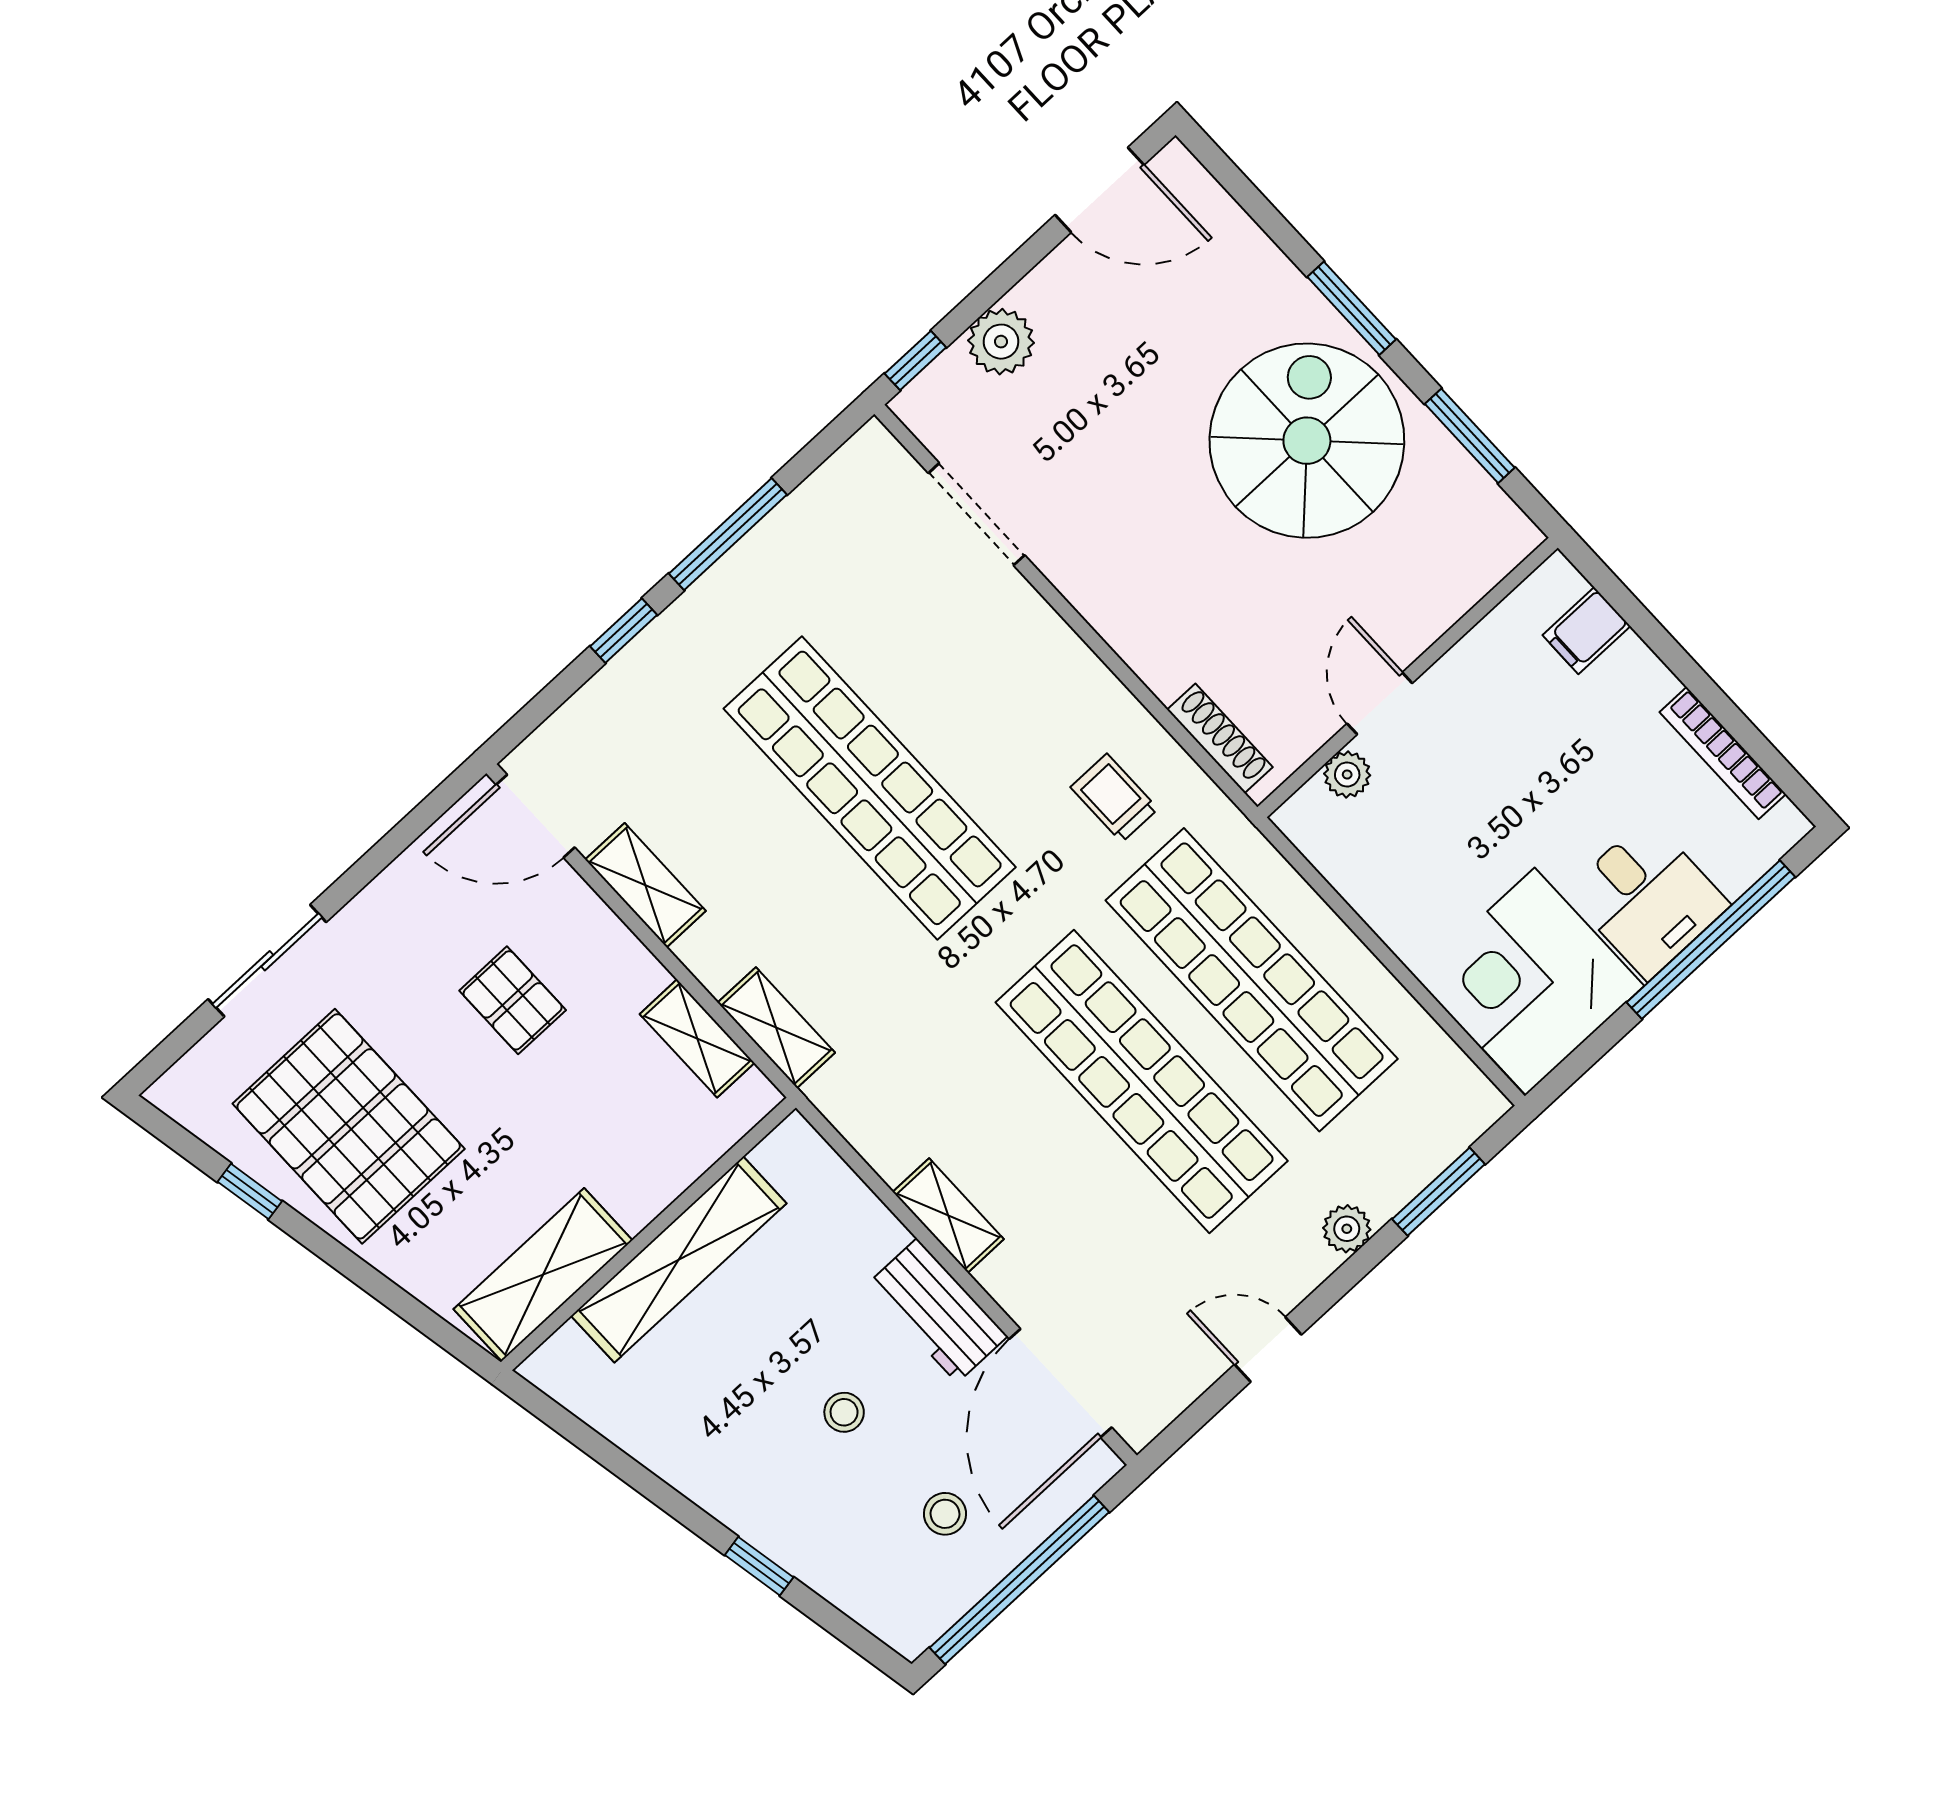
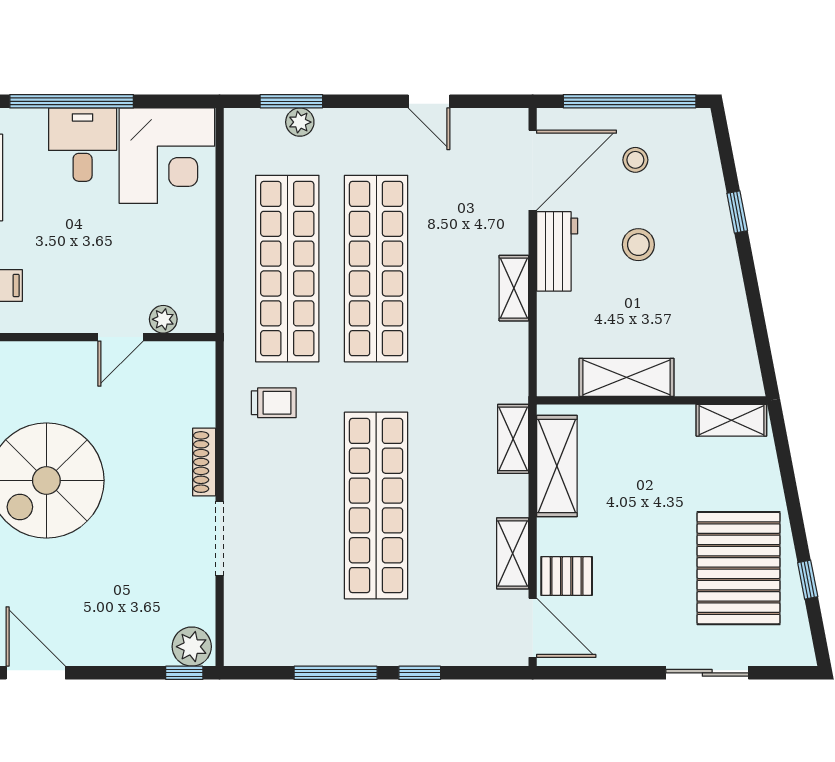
plant: (1001, 342) -> (192, 647), moved
doorway: (976, 514) -> (220, 538), moved
shoe rack: (1220, 738) -> (204, 462), moved
trolley: (1114, 798) -> (274, 403), turned -90
pallet: (513, 1000) -> (567, 576), moved, turned 90
shelving: (697, 1038) -> (557, 466), width x1.50, depth x1.33
plant: (1347, 1229) -> (300, 122), moved
shelving: (679, 1260) -> (627, 377), width x0.68
shelving: (543, 1275) -> (731, 420), width x0.67, depth x0.75
stool: (844, 1412) -> (638, 245), width x1.37, depth x1.37

